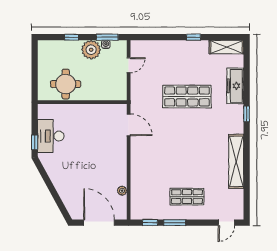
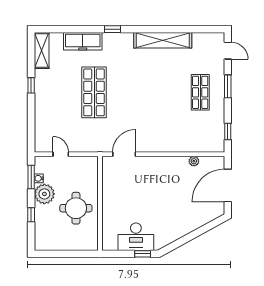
round table: (66, 84) -> (76, 208), moved
window: (175, 223) -> (228, 86), moved

